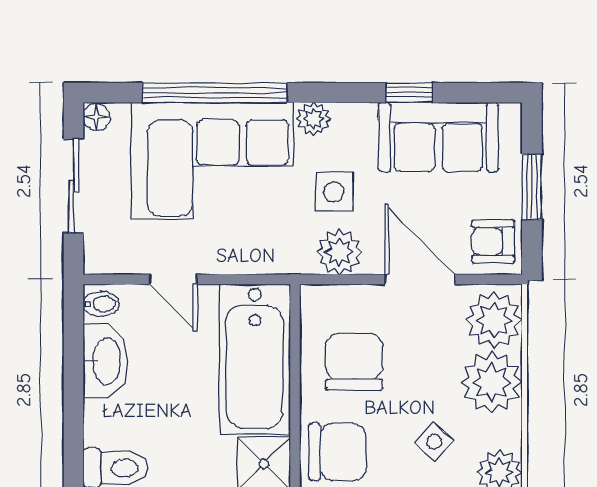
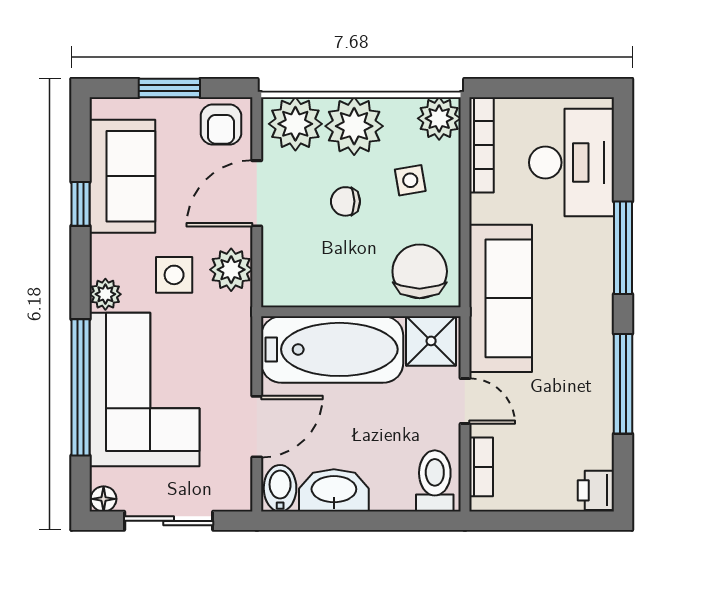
door: (173, 279) -> (257, 427), width x1.38
bidet: (101, 304) -> (280, 488), width x1.38, depth x1.36
chair: (354, 362) -> (345, 201), moved, width x0.54, depth x0.54
side table: (434, 442) -> (410, 180), turned 38

